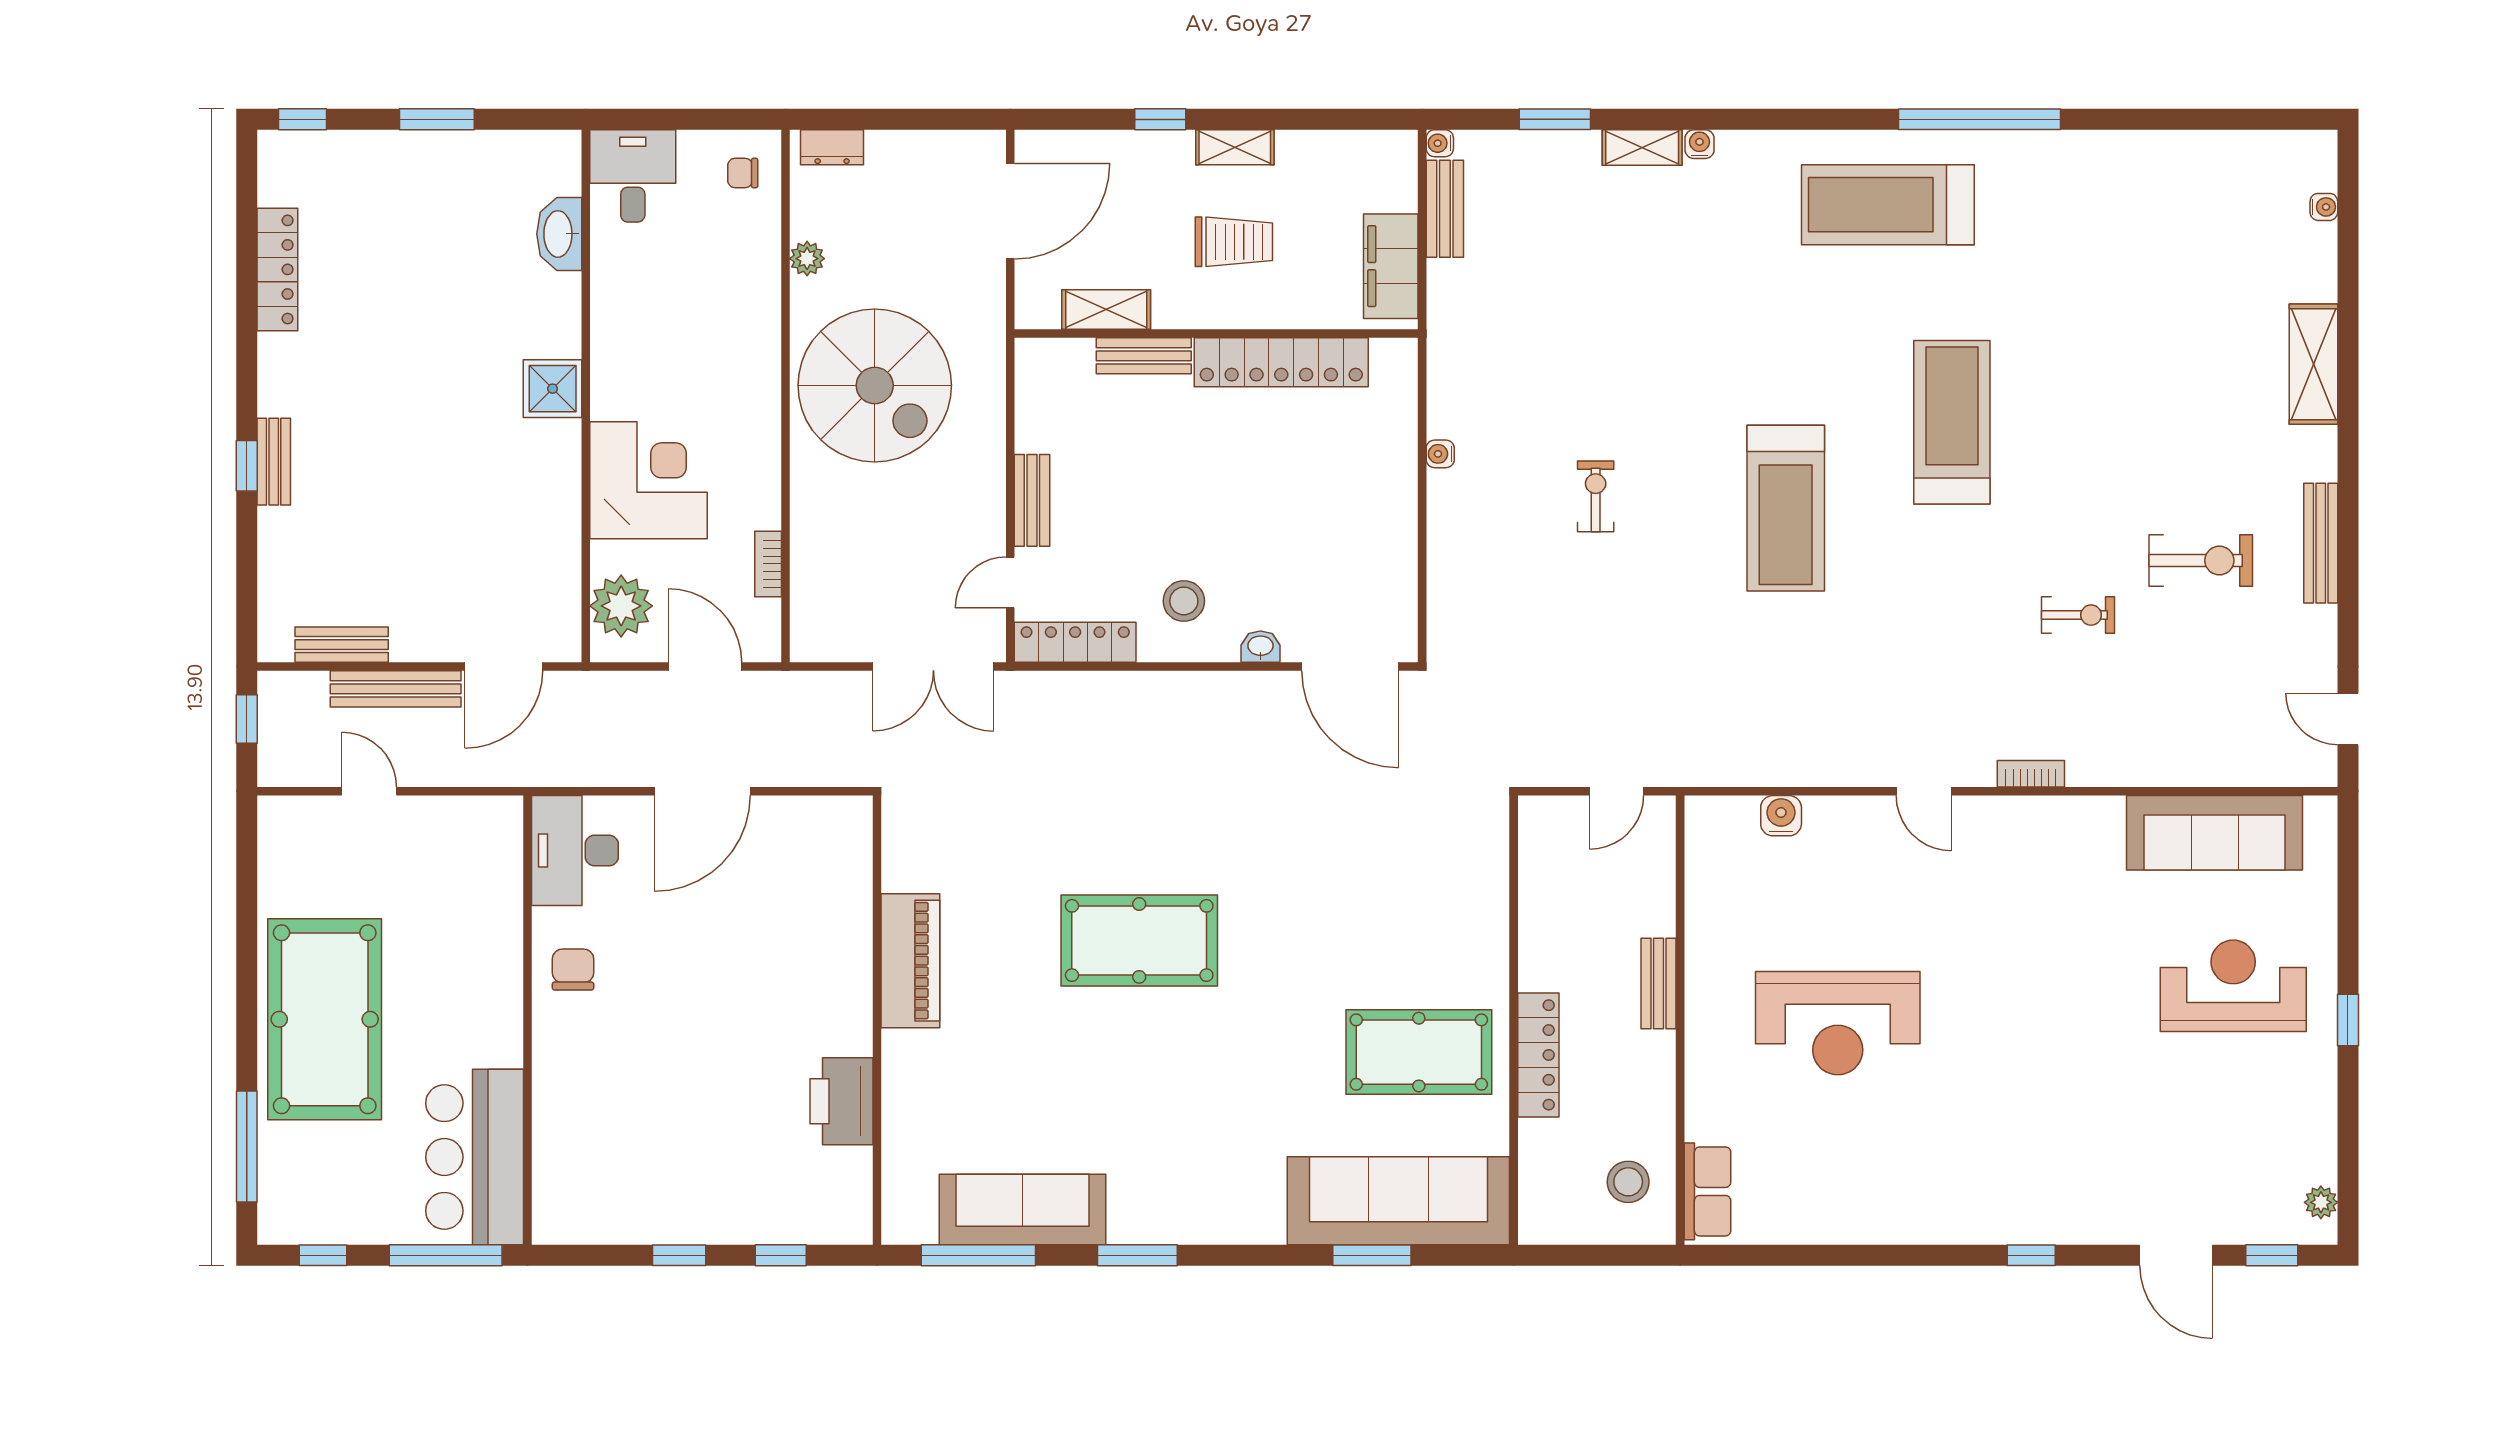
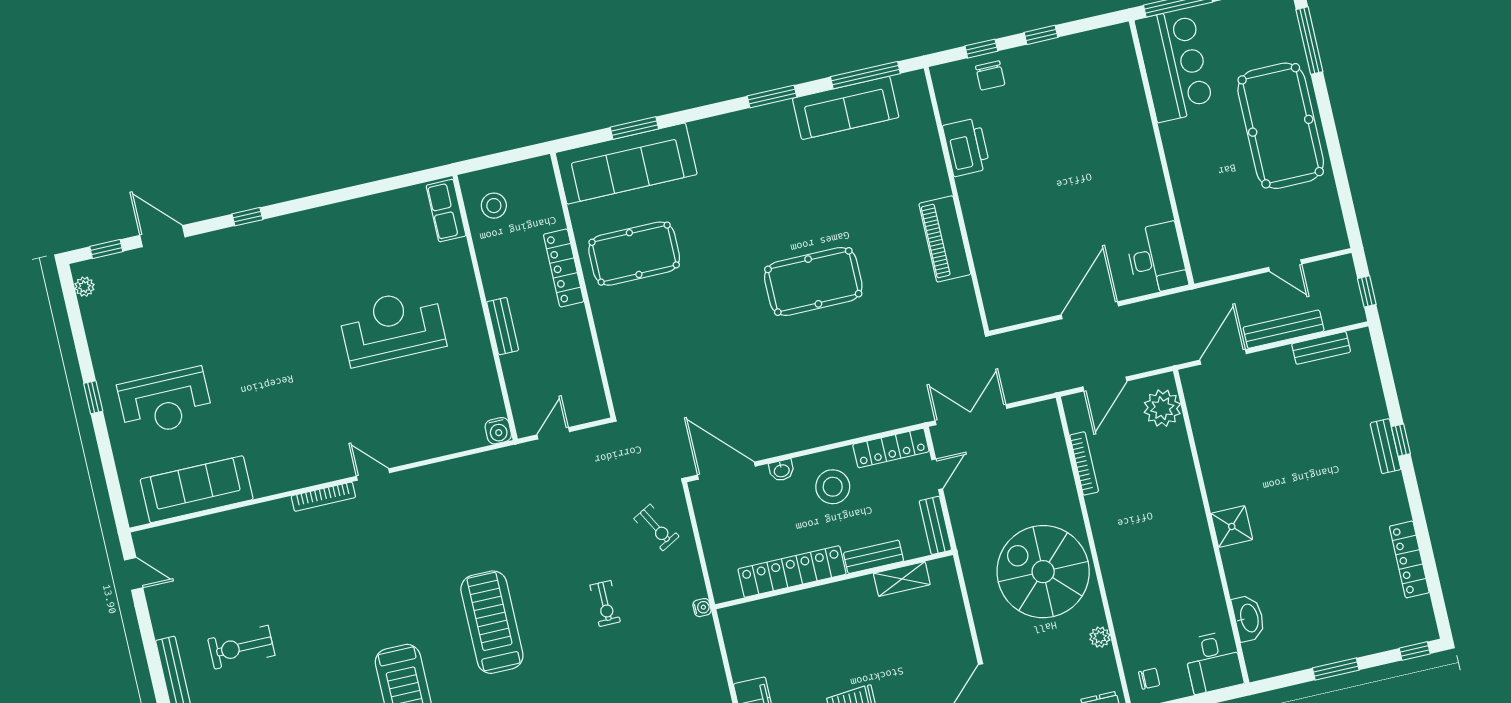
shelving: (1106, 310) -> (902, 579), moved
wall: (1216, 334) -> (834, 580), moved
bench: (1144, 356) -> (874, 557), moved
locker: (1281, 362) -> (792, 572), moved
corner desk: (649, 480) -> (1163, 486), removed
bookcase: (768, 564) -> (1084, 463), width x1.56
stool: (1184, 601) -> (833, 487), width x1.38, depth x1.38
exercise bike: (2078, 615) -> (656, 527), moved, turned -119
door: (705, 666) -> (1105, 384), hinge flipped
bookcase: (2031, 774) -> (323, 497), width x1.56
water cooler: (1781, 816) -> (498, 431), moved
chair: (573, 970) -> (990, 75), moved

